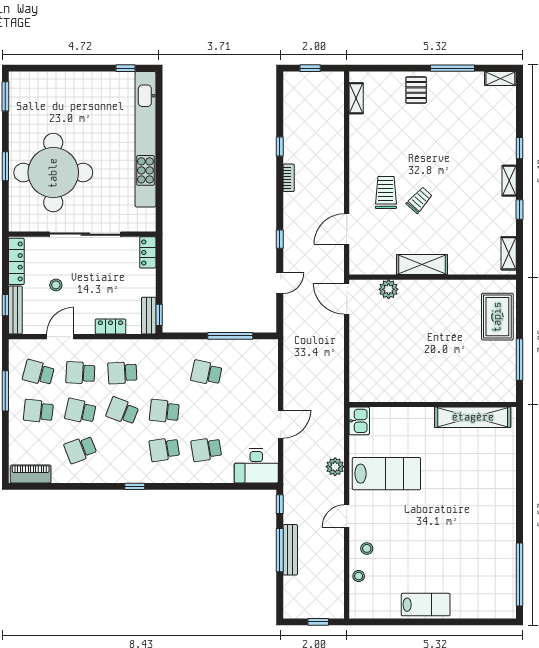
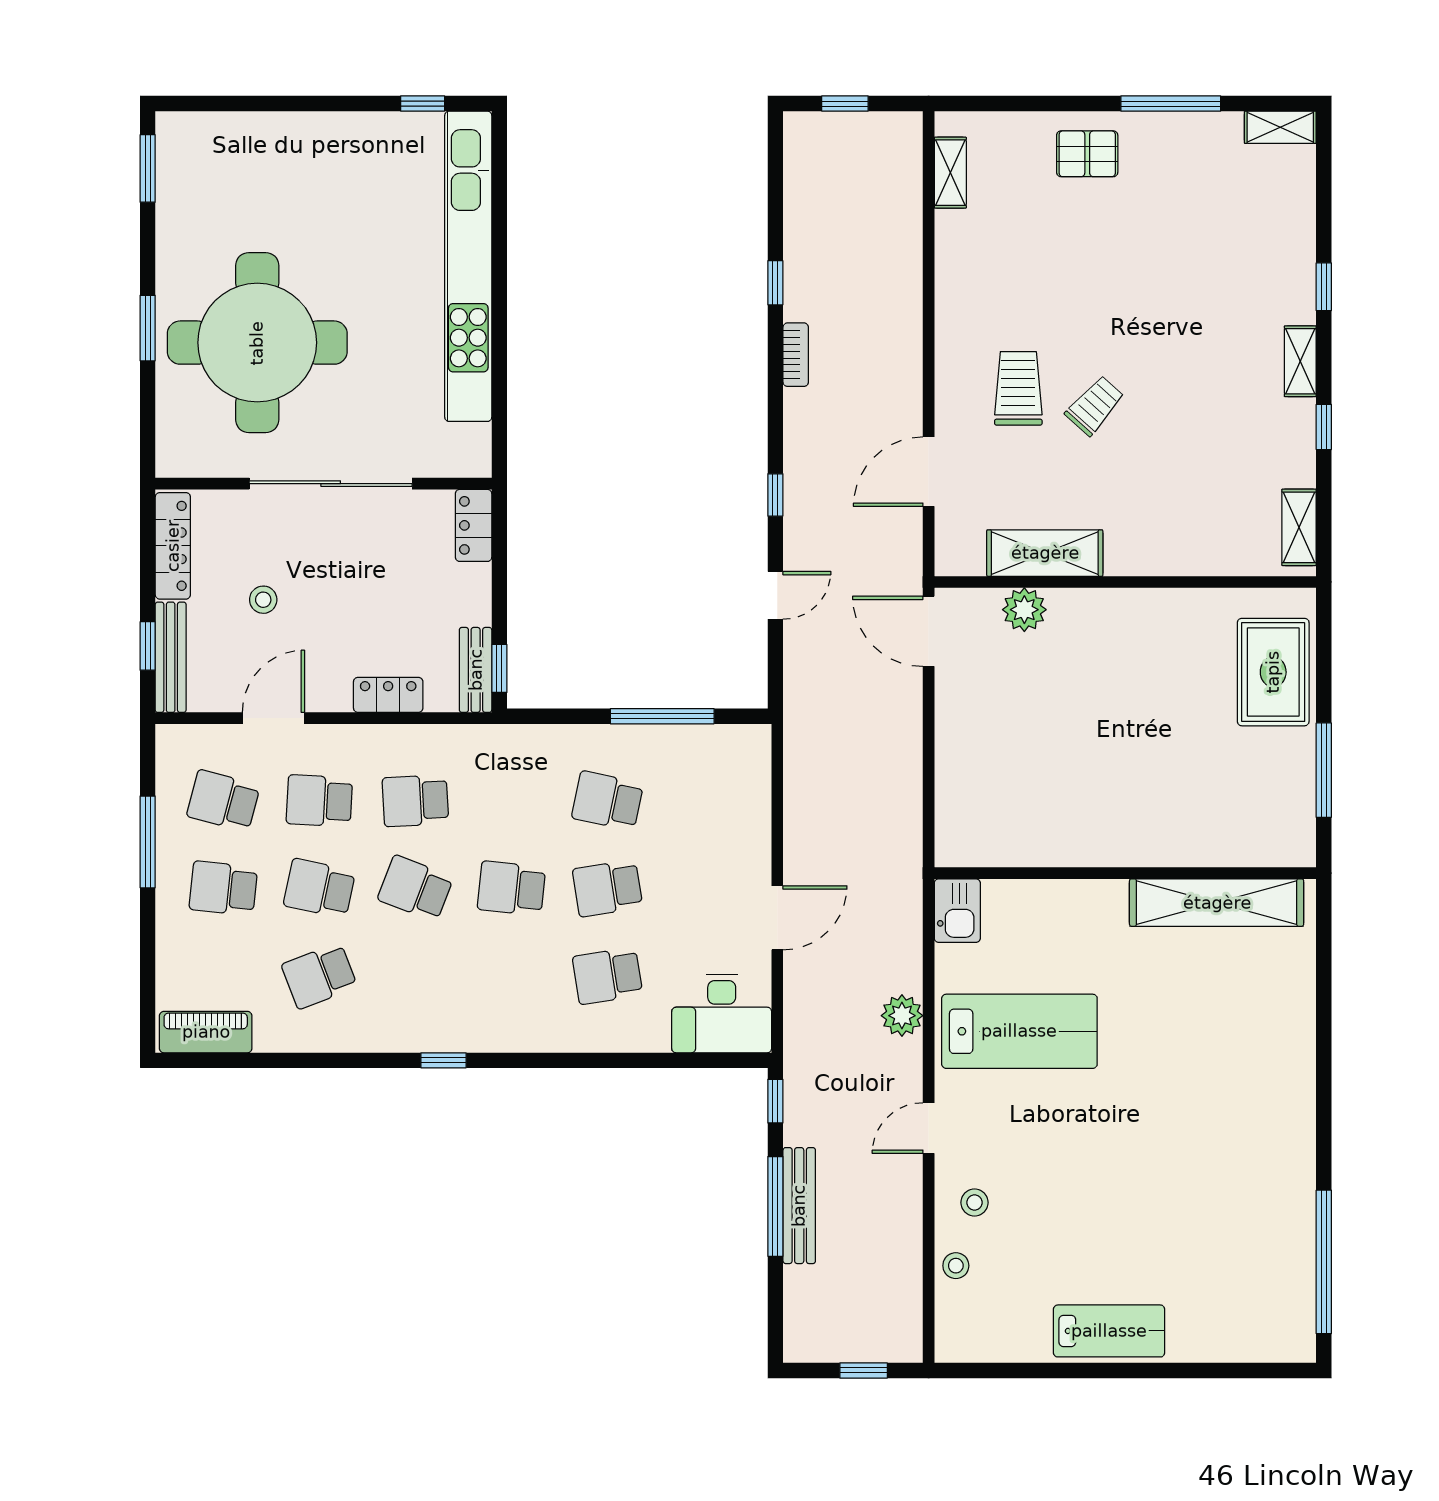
pallet: (416, 90) -> (1087, 154), turned 90
shelving: (422, 265) -> (1045, 553), moved
school desk: (164, 449) -> (607, 888), moved

